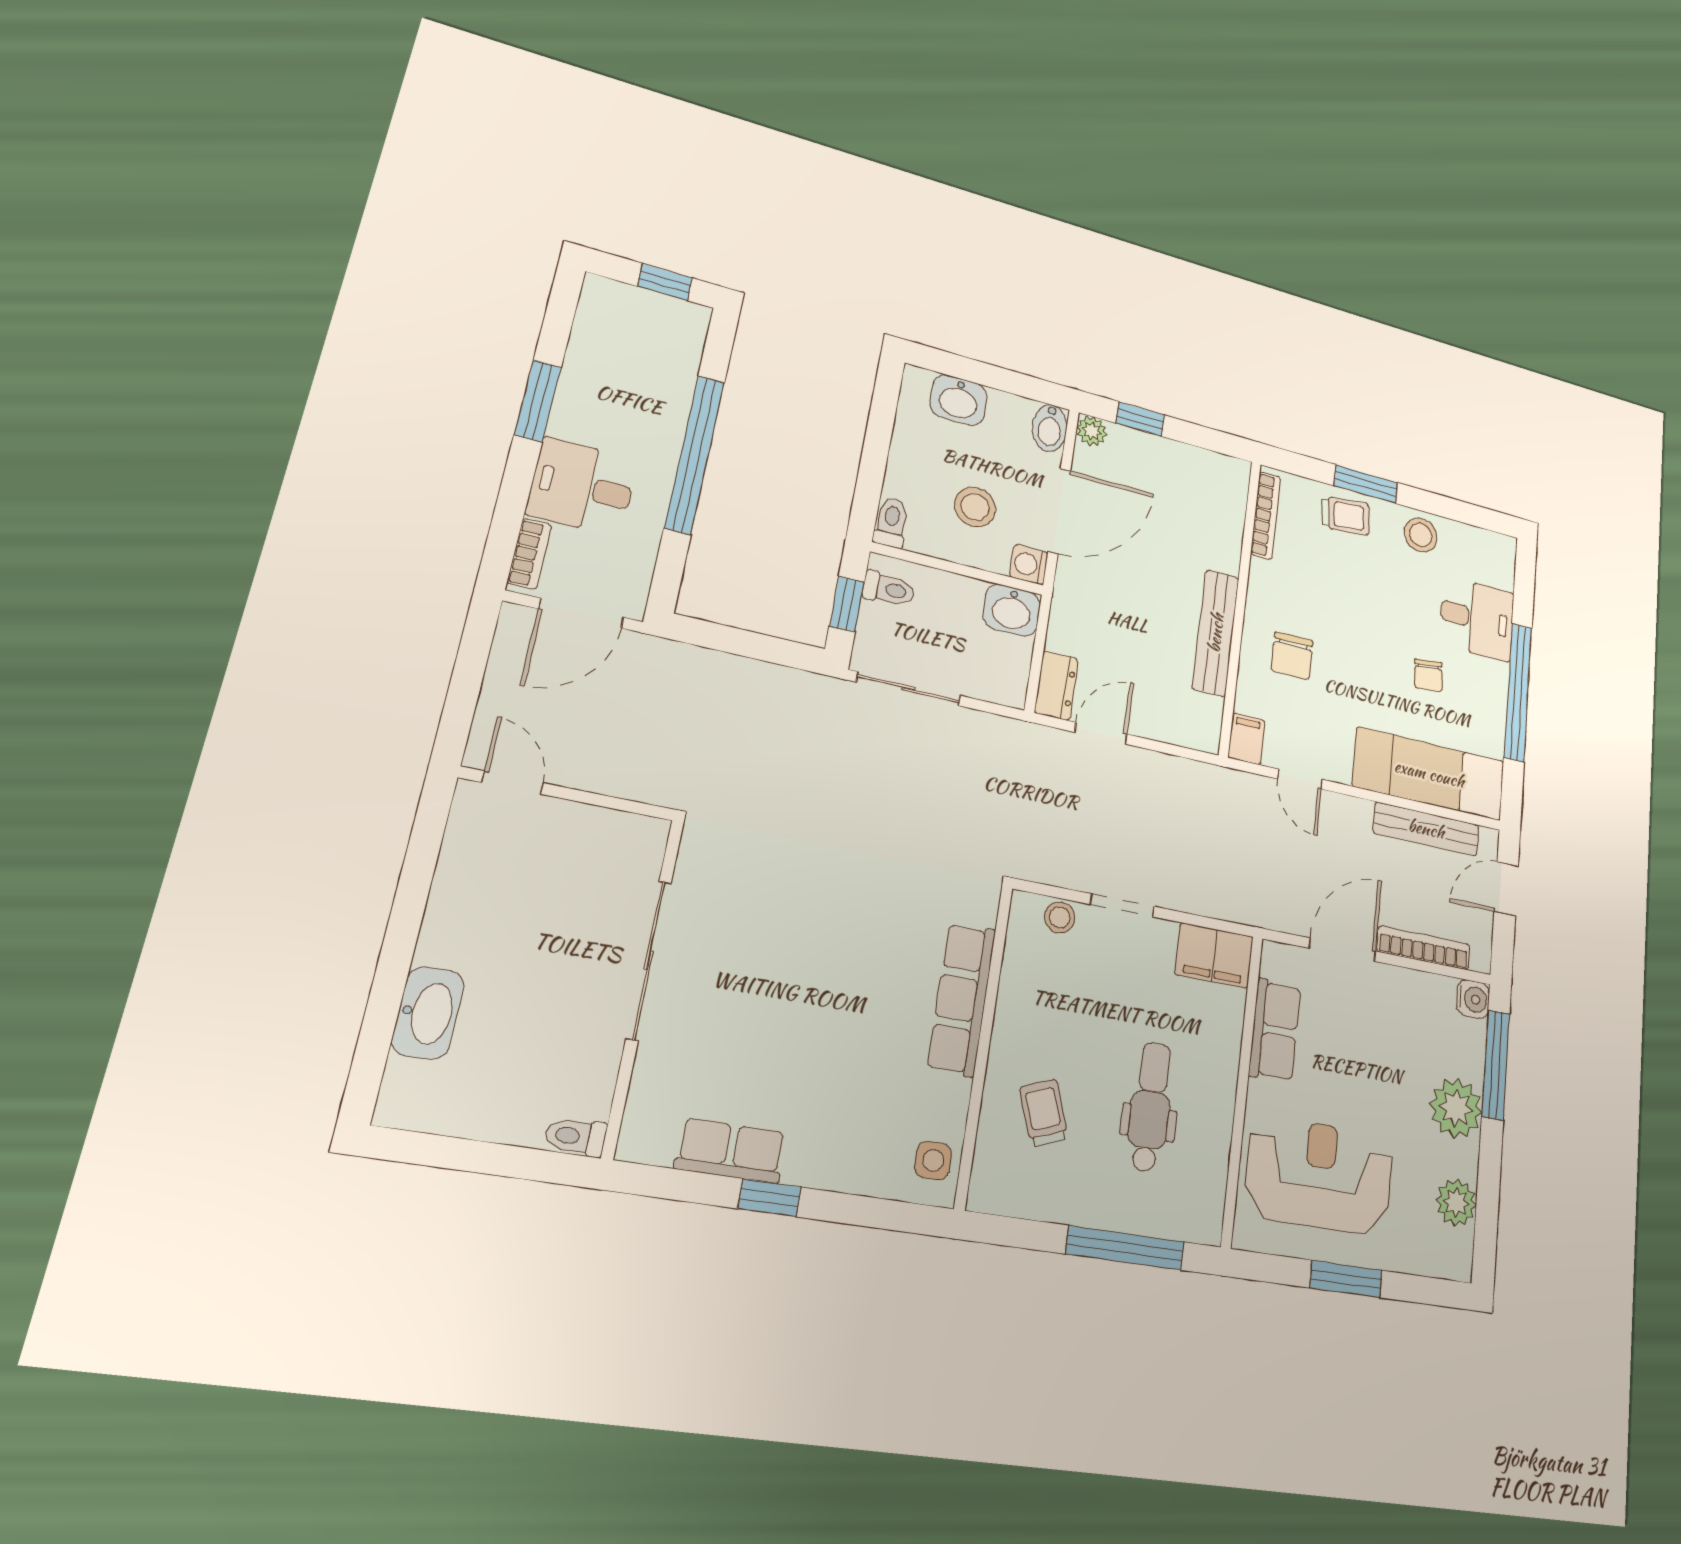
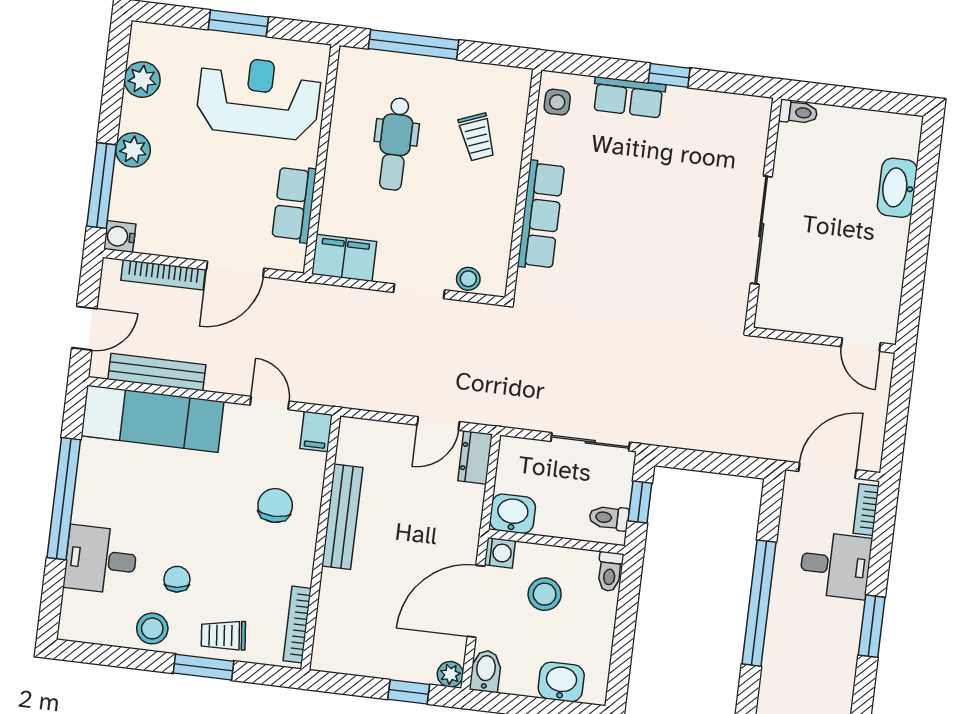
chair: (1428, 675) -> (177, 579), moved
plant: (1456, 1108) -> (133, 150), width x0.73, depth x0.73
row of seats: (731, 1151) -> (629, 97), moved
reception desk: (1319, 1175) -> (259, 98), turned 180

